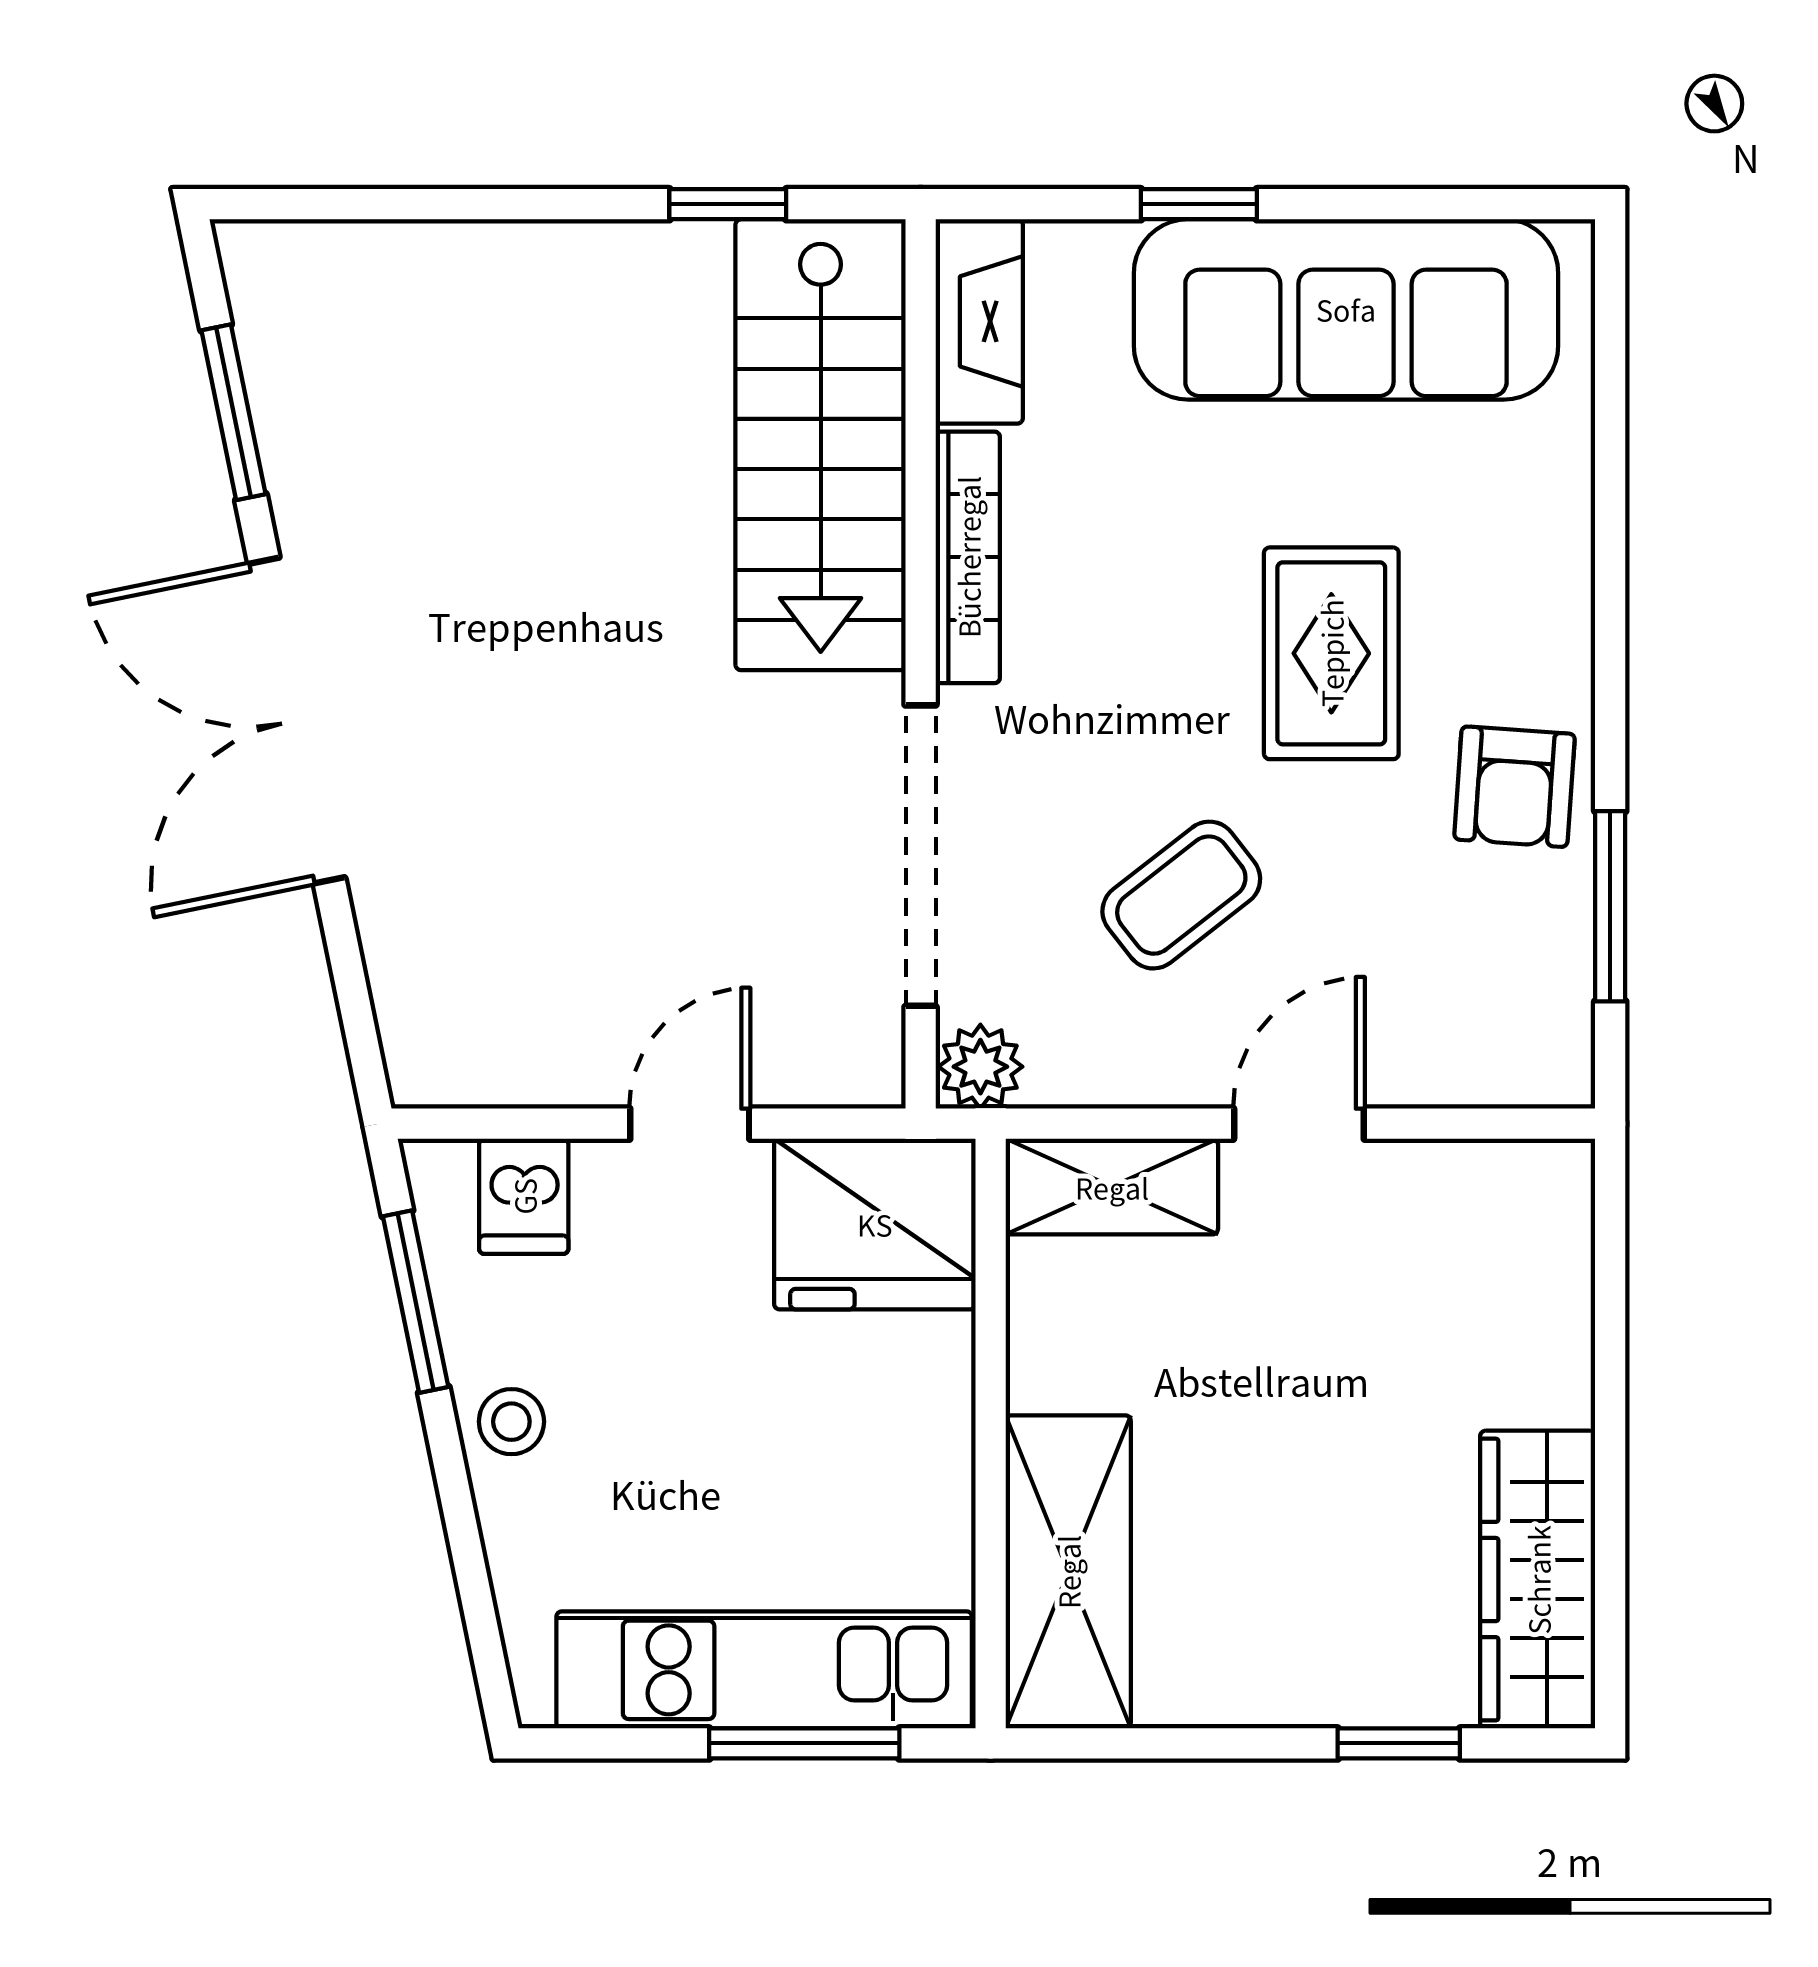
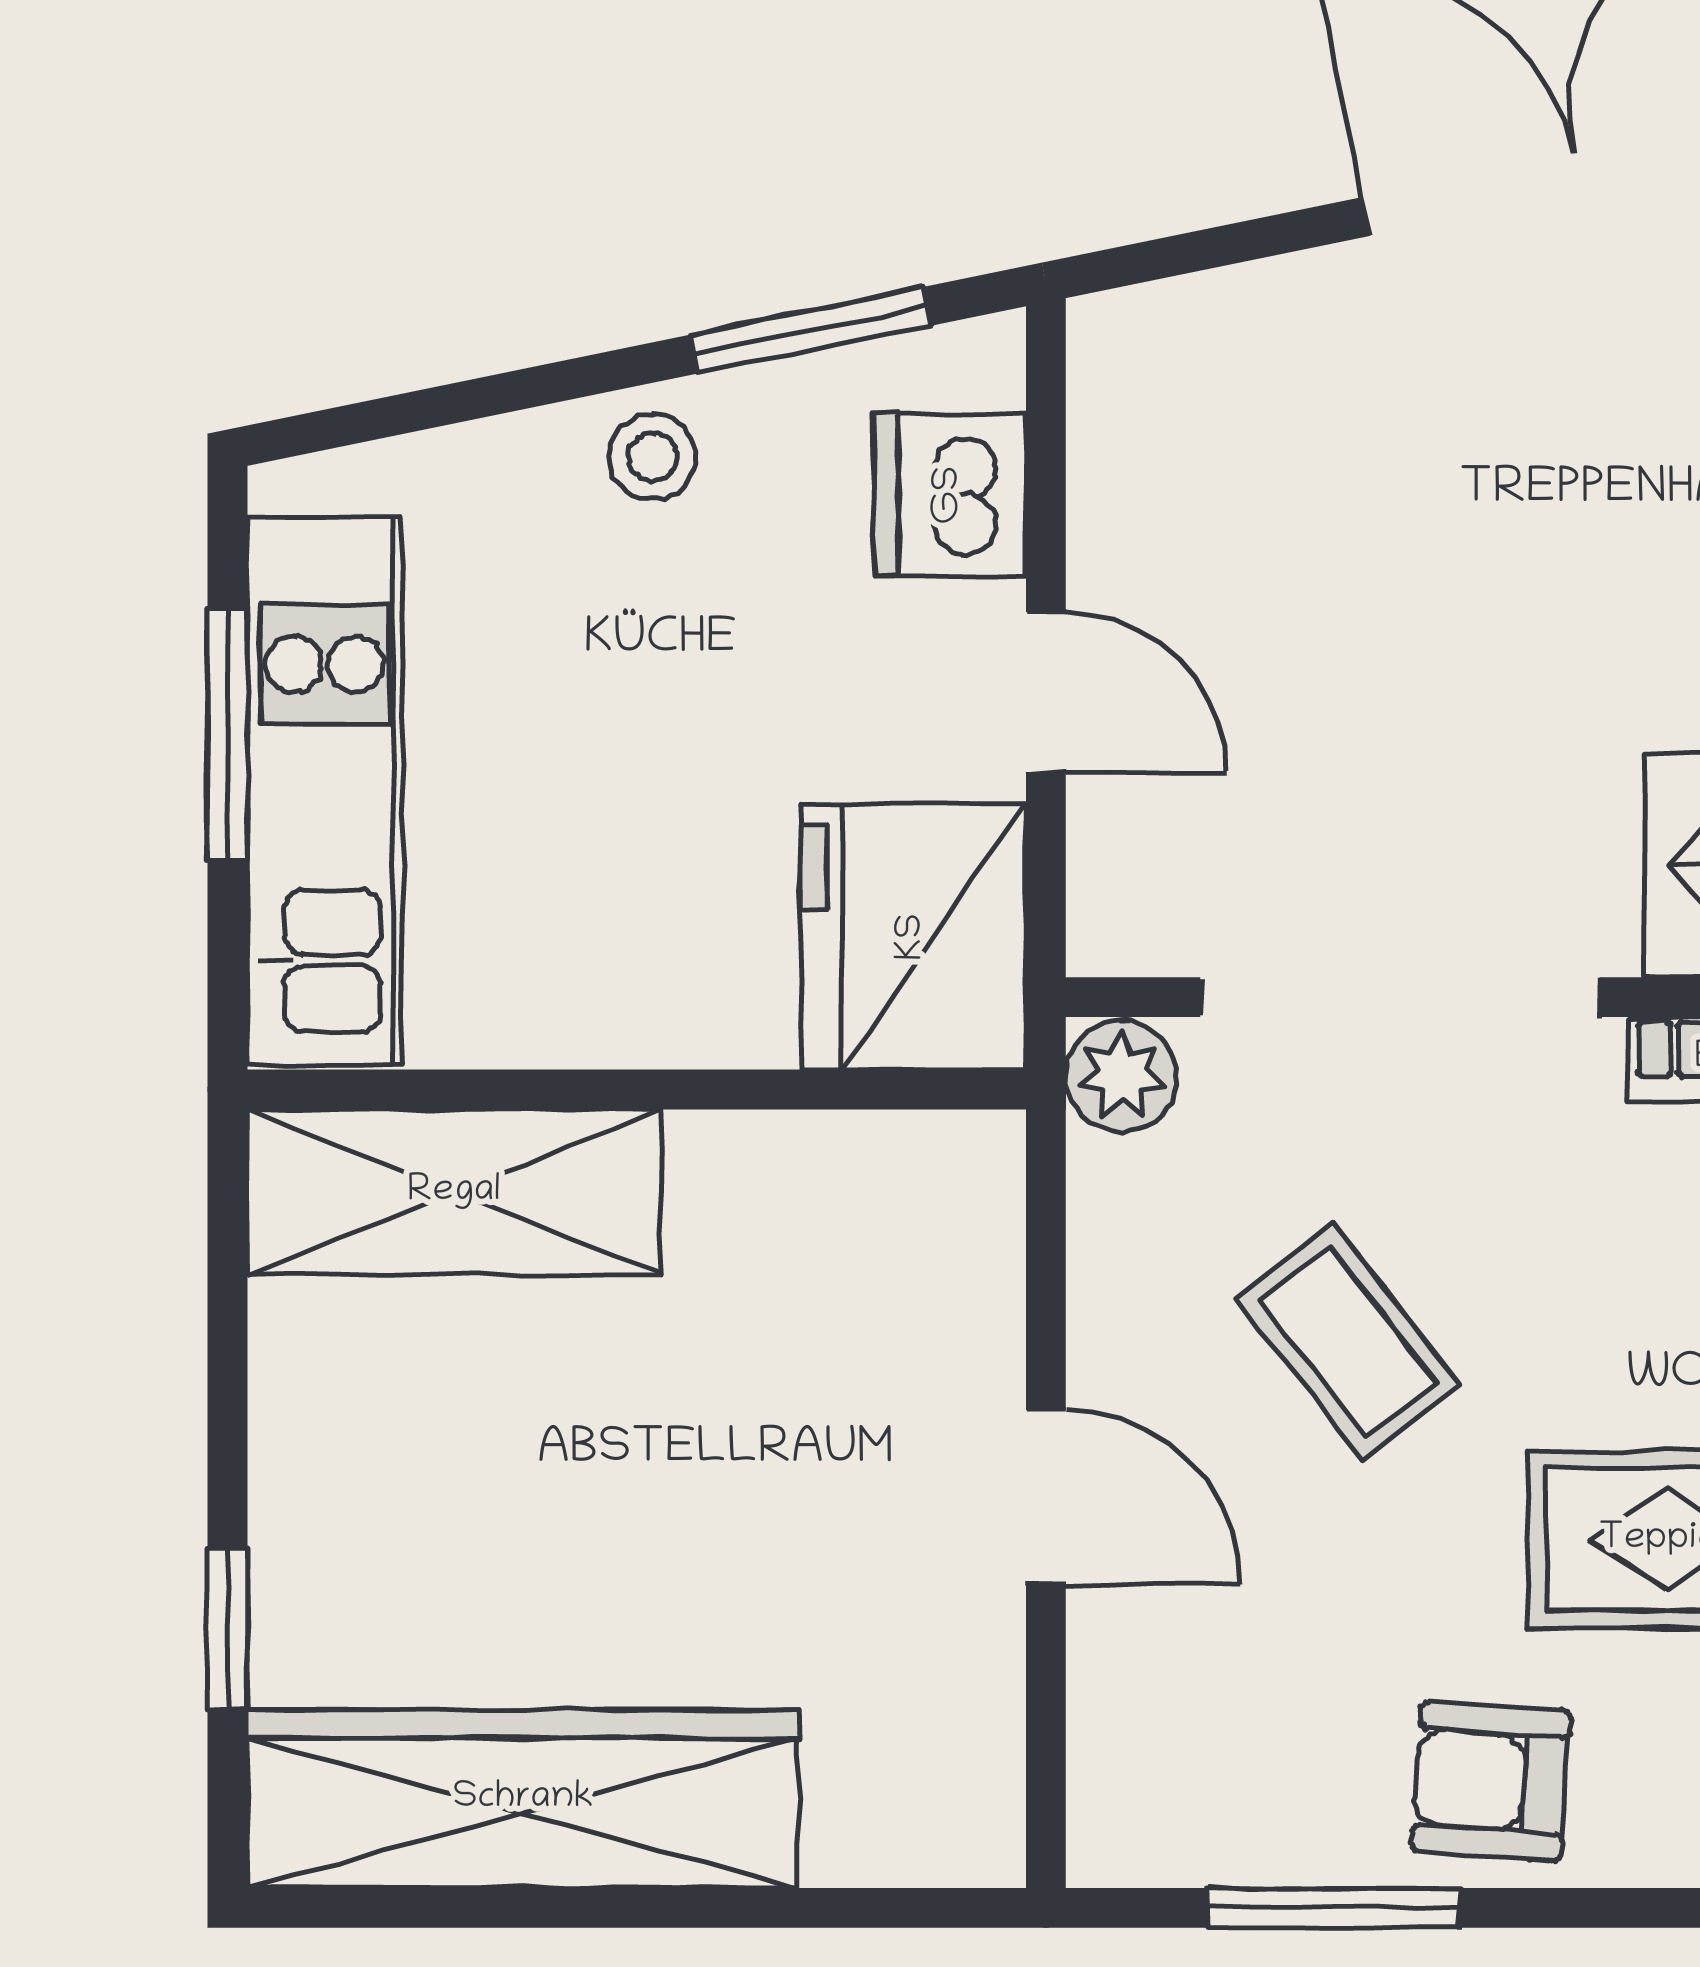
shelving: (1112, 1187) -> (963, 1250), removed
dishwasher: (524, 1196) -> (950, 495), width x1.38
wardrobe: (1538, 1580) -> (523, 1799), width x1.40, depth x1.17
window: (804, 1743) -> (227, 735), moved

